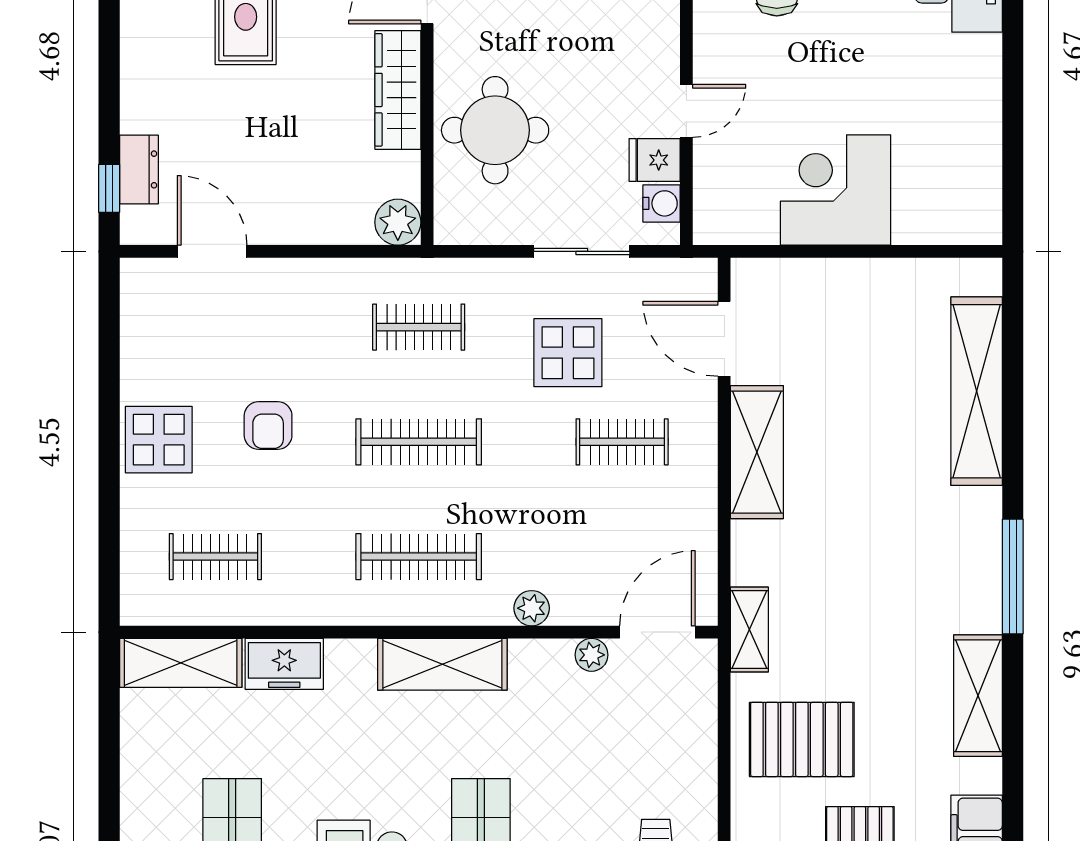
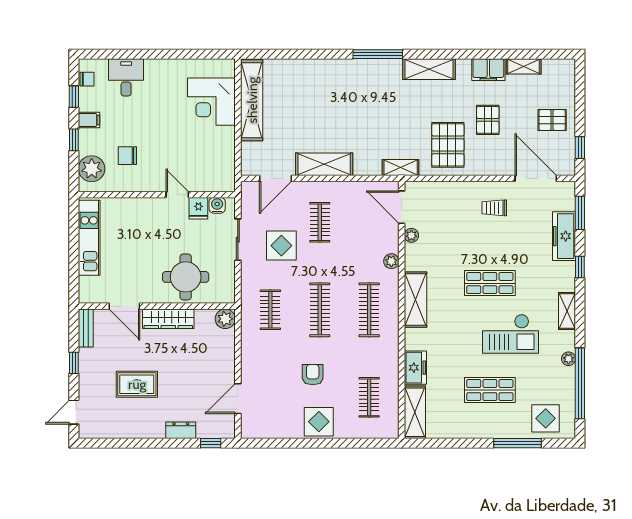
dresser: (139, 169) -> (181, 430), moved
corner desk: (836, 190) -> (211, 102), moved
shelving: (977, 391) -> (252, 100), moved, turned 90
armchair: (268, 426) -> (313, 375), turned -90

